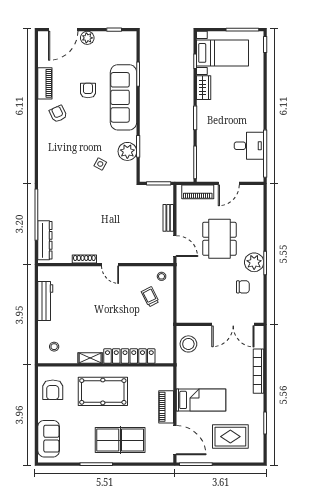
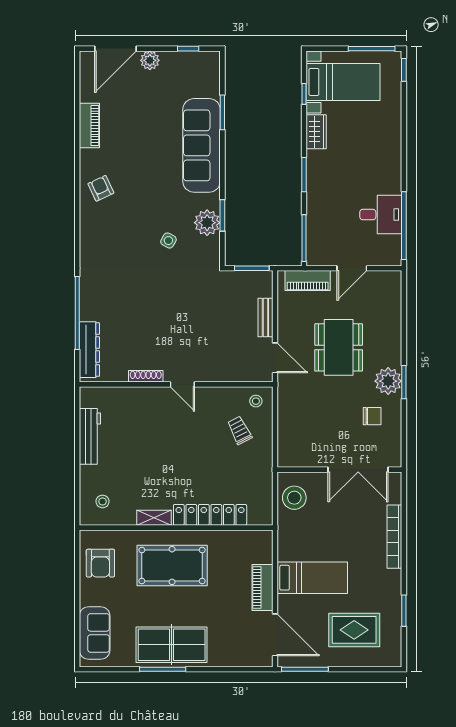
armchair: (88, 91) -> (151, 136), removed
armchair: (58, 114) -> (101, 188), moved
table tennis table: (120, 440) -> (172, 645), moved

